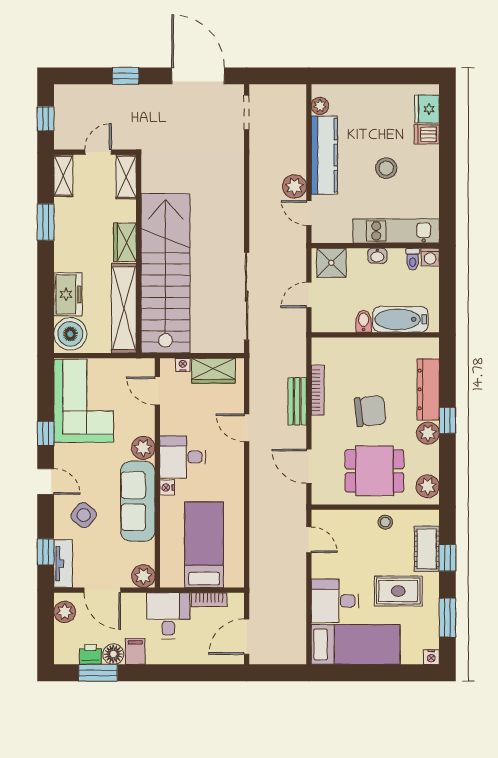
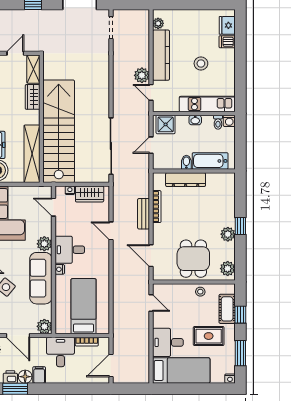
wardrobe: (125, 242) -> (33, 97), moved
dresser: (428, 389) -> (186, 180), moved, turned -90
chair: (370, 411) -> (191, 220), removed
dining table: (374, 471) -> (193, 259), turned 90

